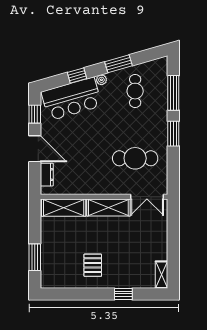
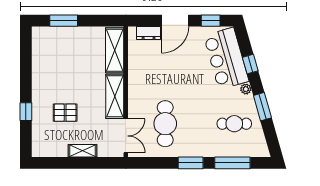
double door: (147, 197) -> (126, 136), swing flipped
pallet: (93, 265) -> (65, 113), moved
shelving: (161, 275) -> (83, 151), moved

